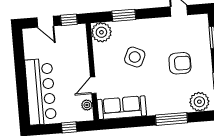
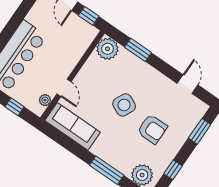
side table: (135, 57) -> (124, 105), moved
door: (93, 85) -> (64, 88), swing flipped

